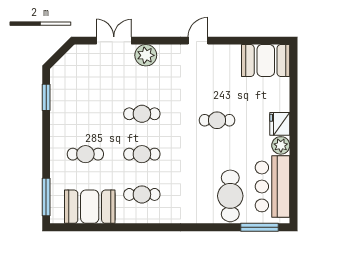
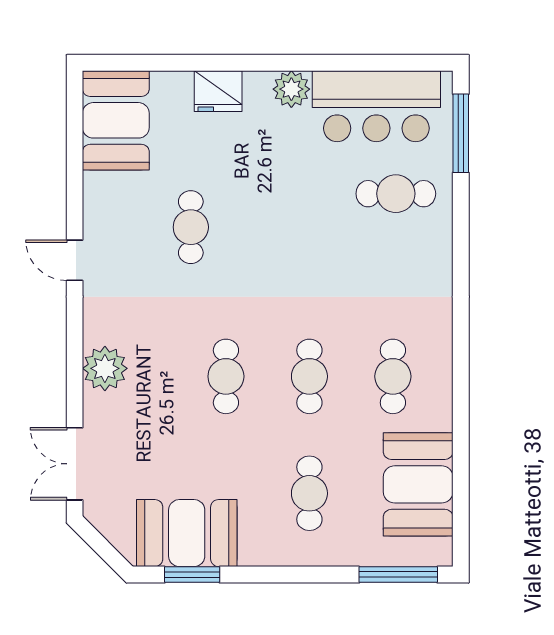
double door: (114, 41) -> (75, 464), moved
booth: (66, 95) -> (187, 533), added
cafe table: (217, 120) -> (191, 227), moved
fridge: (280, 124) -> (218, 91), moved
cafe table: (230, 196) -> (396, 194), width x0.73, depth x0.74

